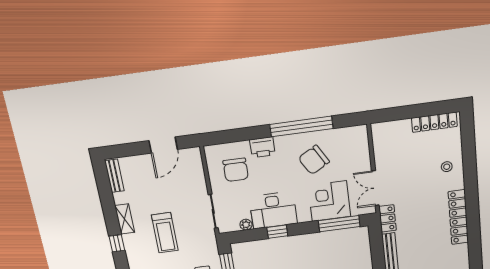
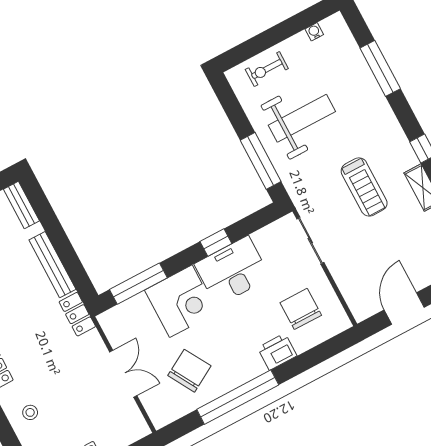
chair: (314, 160) -> (189, 371), moved
double door: (375, 188) -> (123, 374), moved
corner desk: (329, 201) -> (181, 301), moved
plant: (246, 225) -> (261, 237), removed
treadmill: (165, 233) -> (364, 187), turned 180

